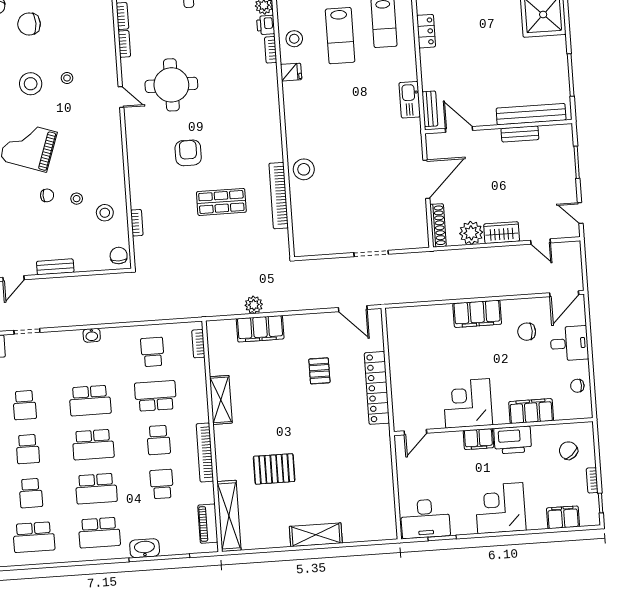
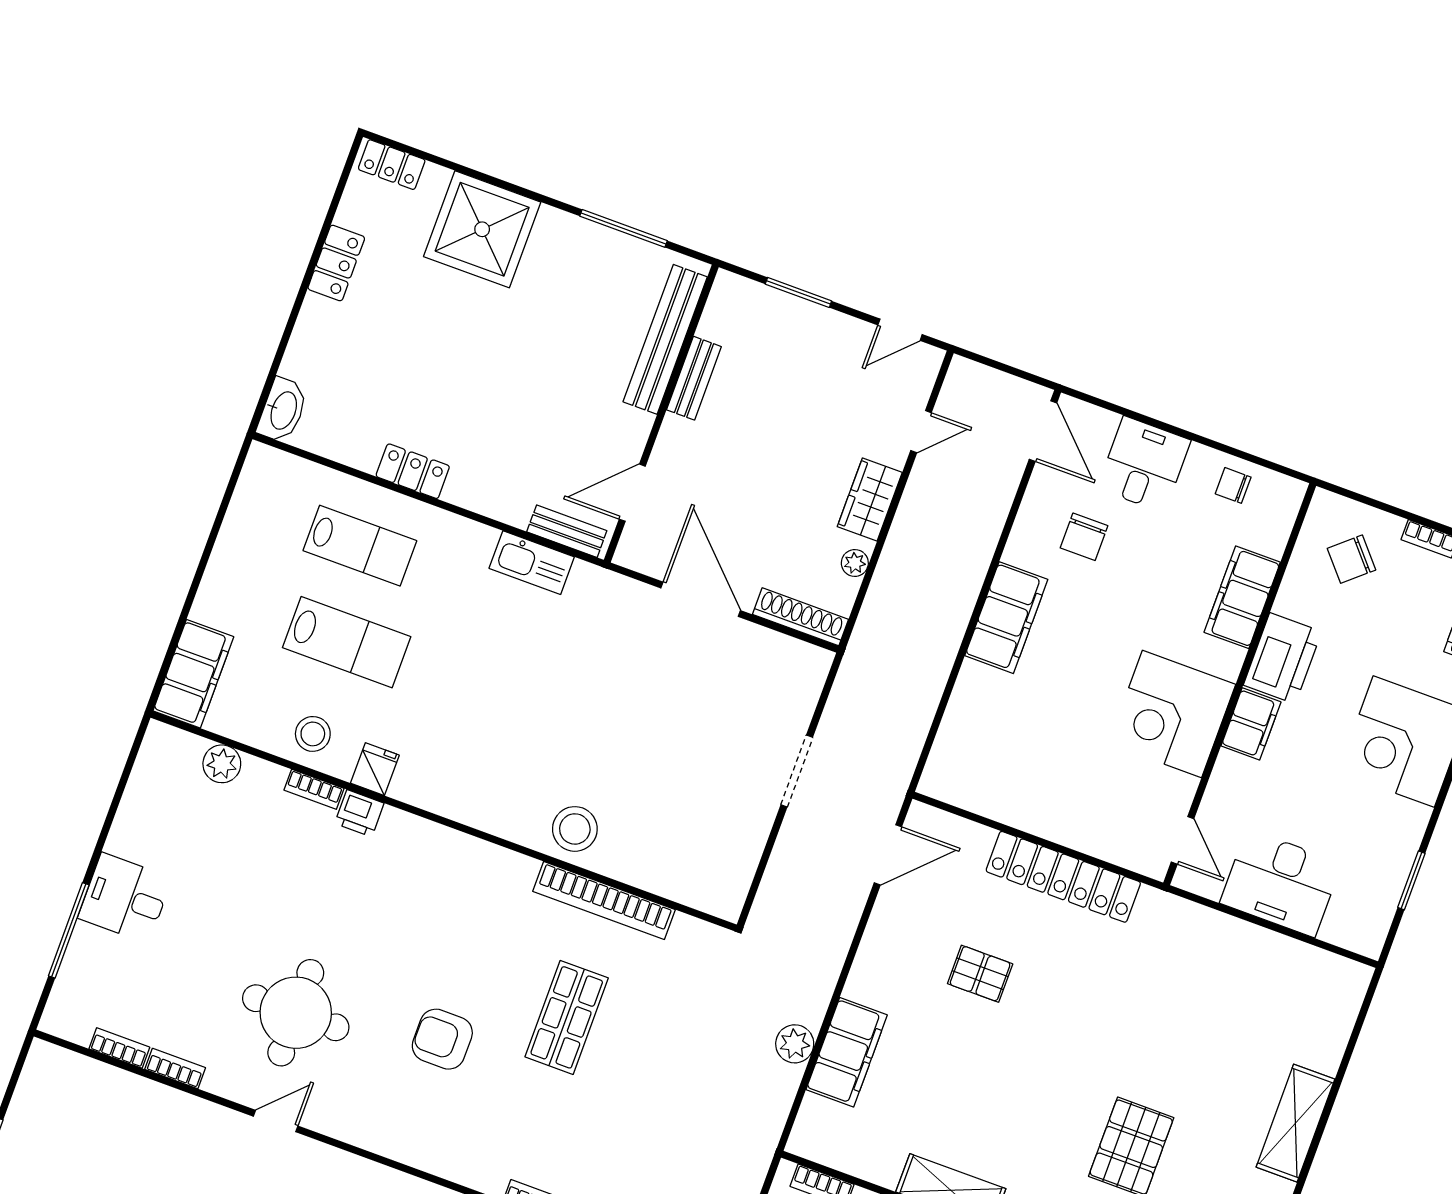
printer: (266, 25) -> (359, 813), moved
plant: (471, 233) -> (855, 563), width x0.53, depth x0.53
chair: (577, 386) -> (1233, 485), turned 90
desk: (425, 519) -> (1281, 883), moved, turned 90

